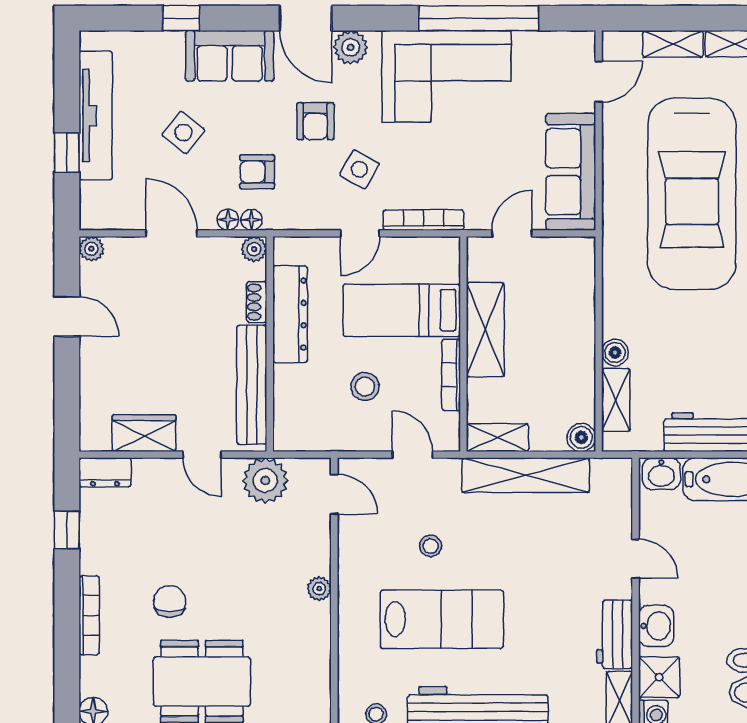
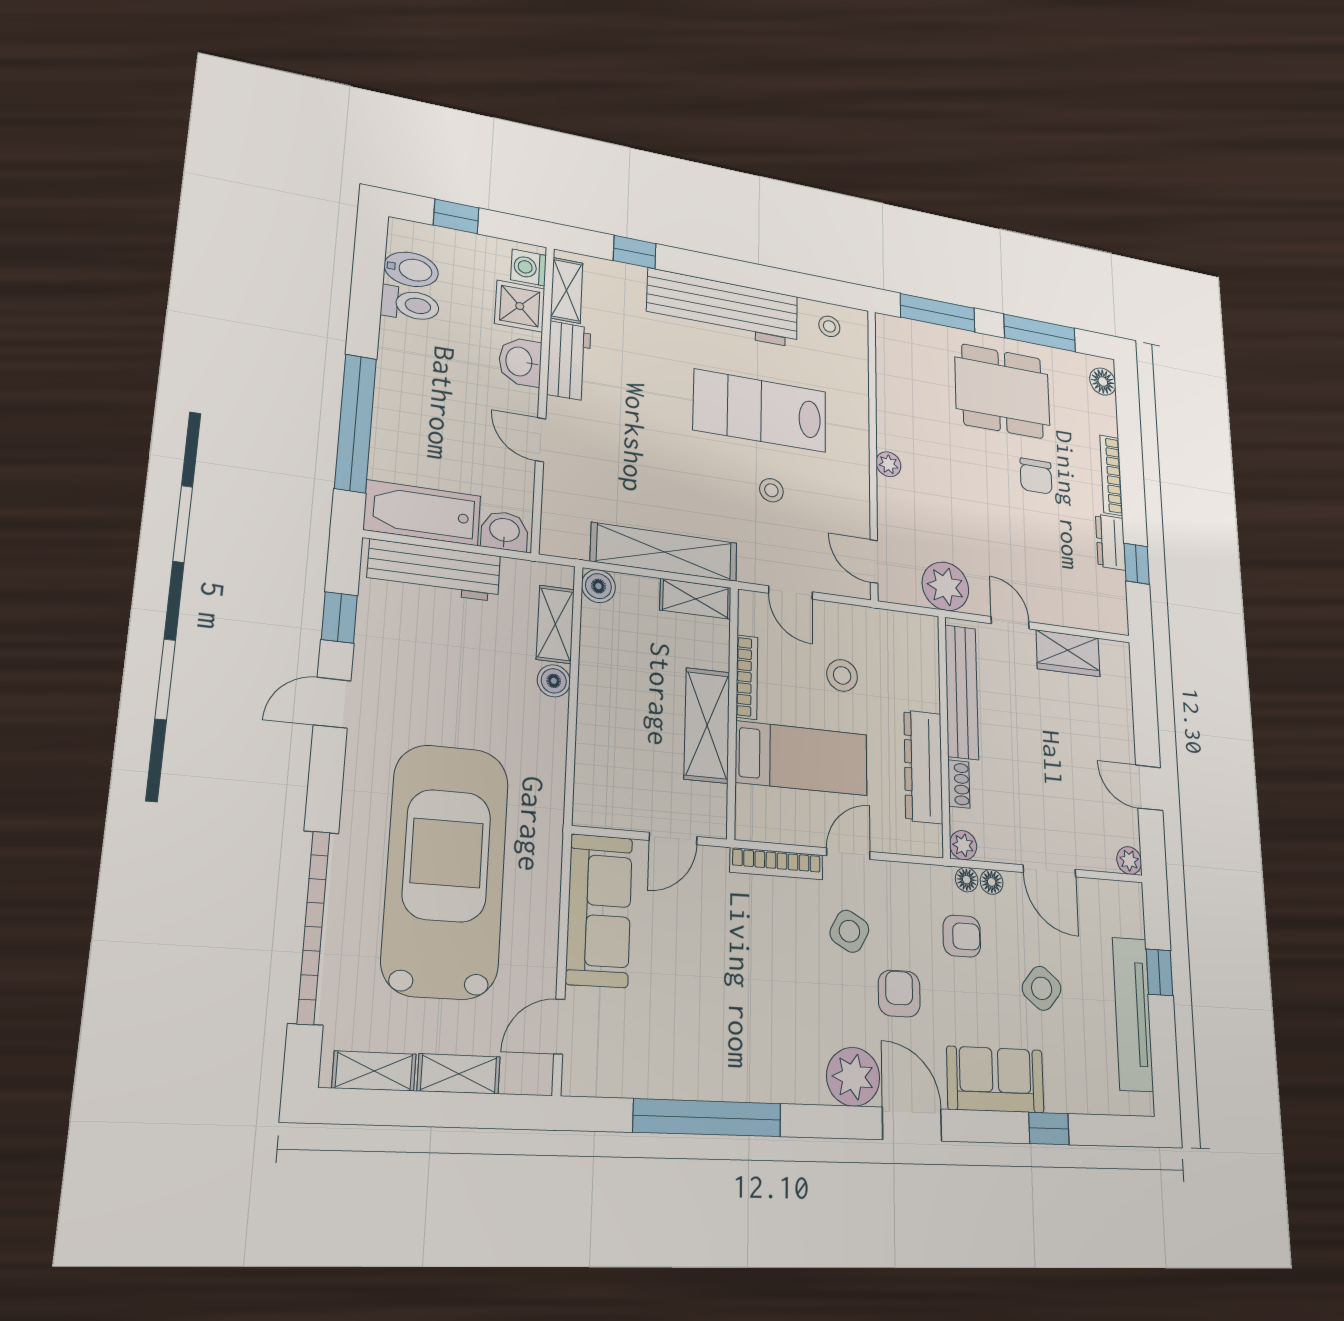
plant: (351, 47) -> (853, 1077), width x1.36, depth x1.36
corner sofa: (446, 76) -> (748, 1042), removed
dresser: (105, 472) -> (1111, 542), moved, turned -90

